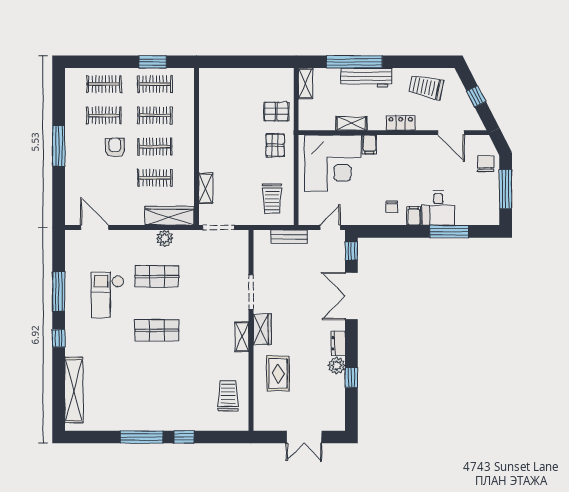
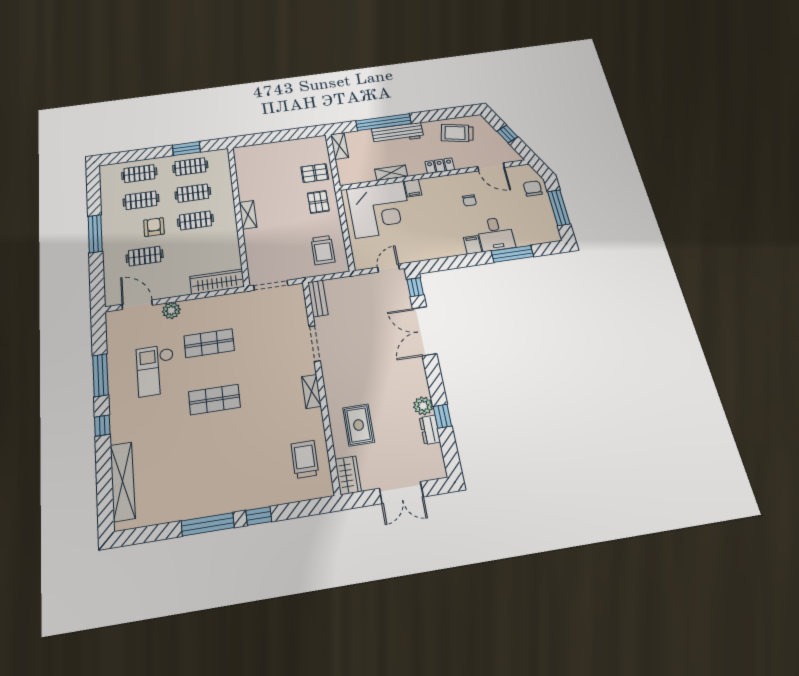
clothes rail: (155, 178) -> (145, 256), moved
shelving: (206, 188) -> (248, 215), moved
chair: (392, 207) -> (469, 200), moved
bench: (289, 237) -> (318, 298), moved, turned 90
plant: (165, 238) -> (171, 310), moved
wardrobe: (262, 329) -> (348, 475), moved
dresser: (338, 343) -> (430, 430), moved

